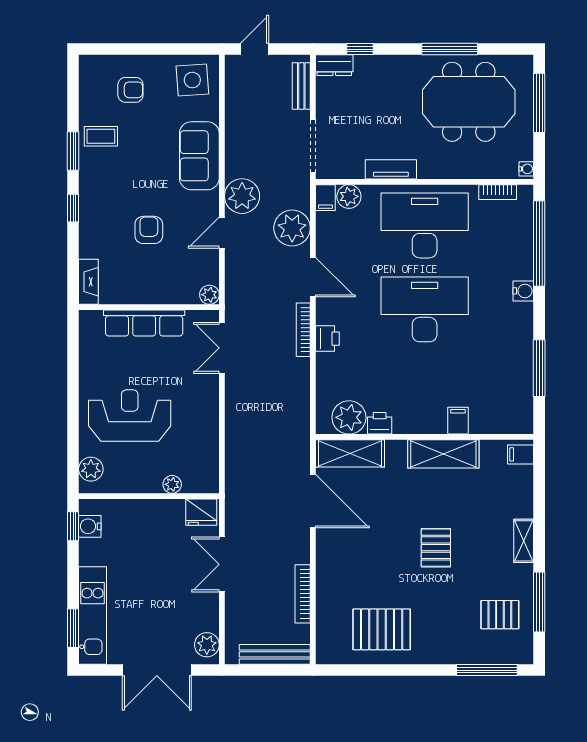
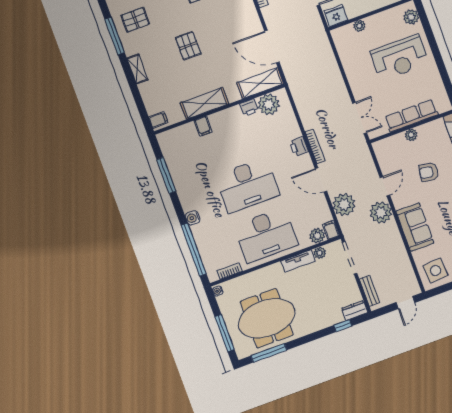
window: (450, 49) -> (269, 353), moved
plant: (354, 170) -> (320, 253), added
armchair: (149, 230) -> (429, 172), turned 98
plant: (209, 295) -> (411, 135), moved

